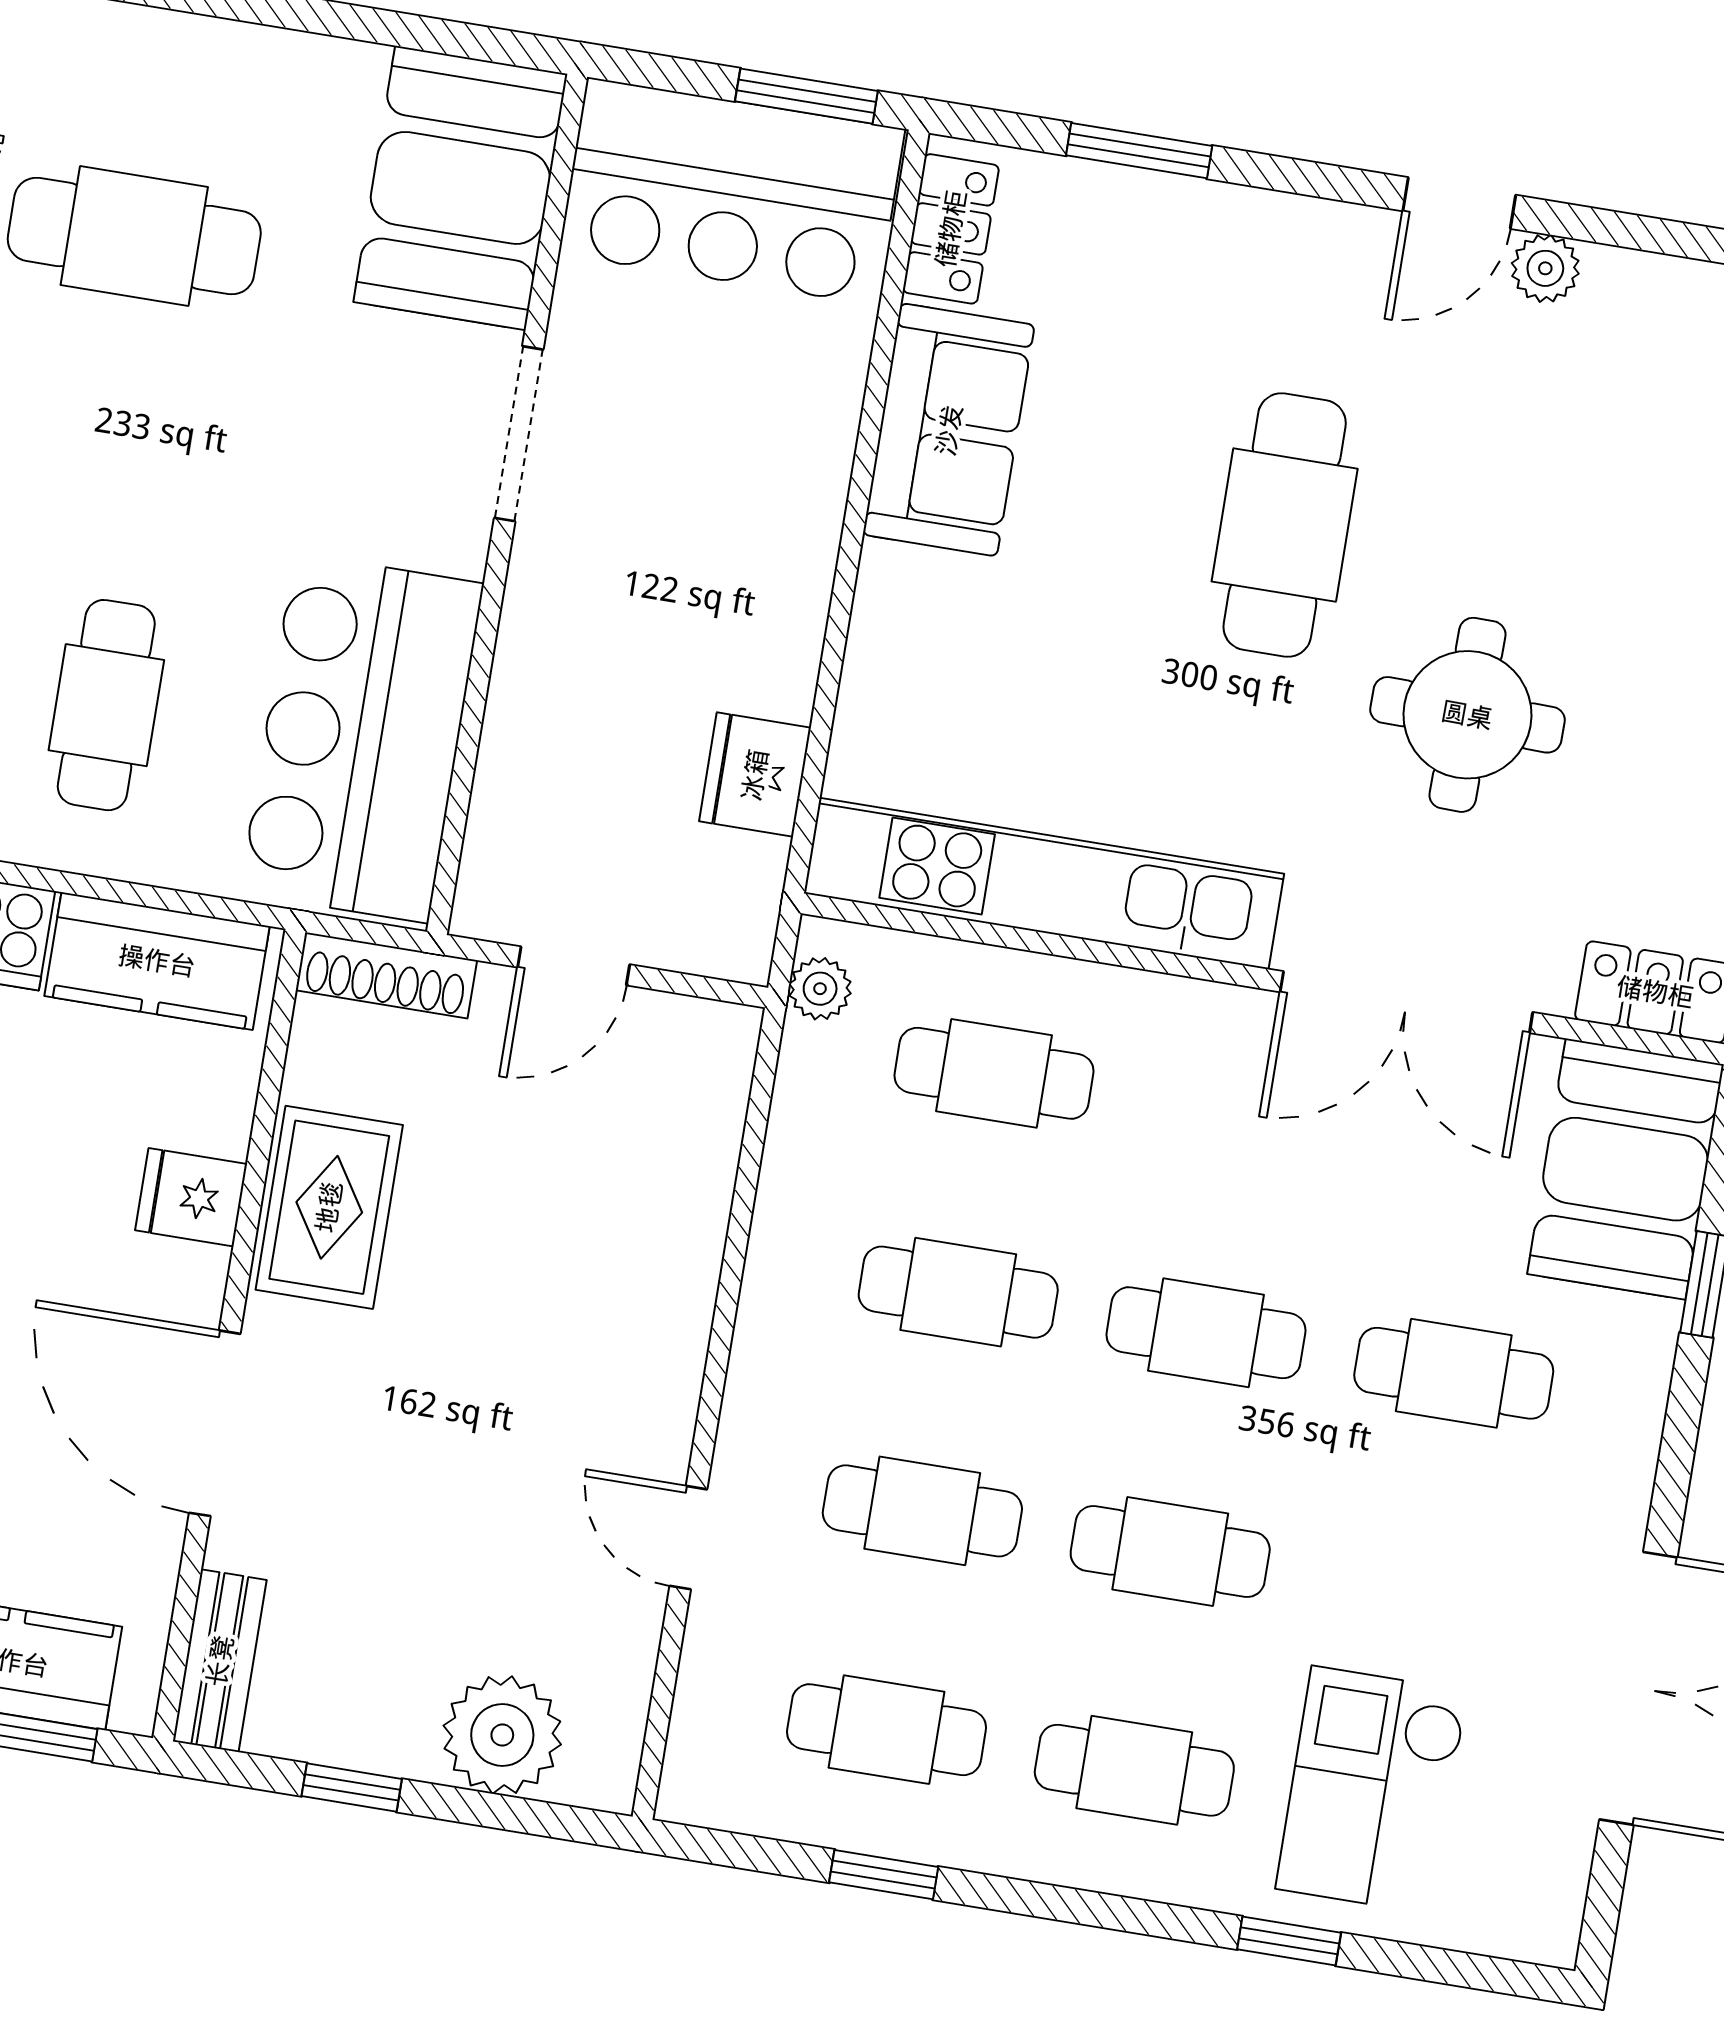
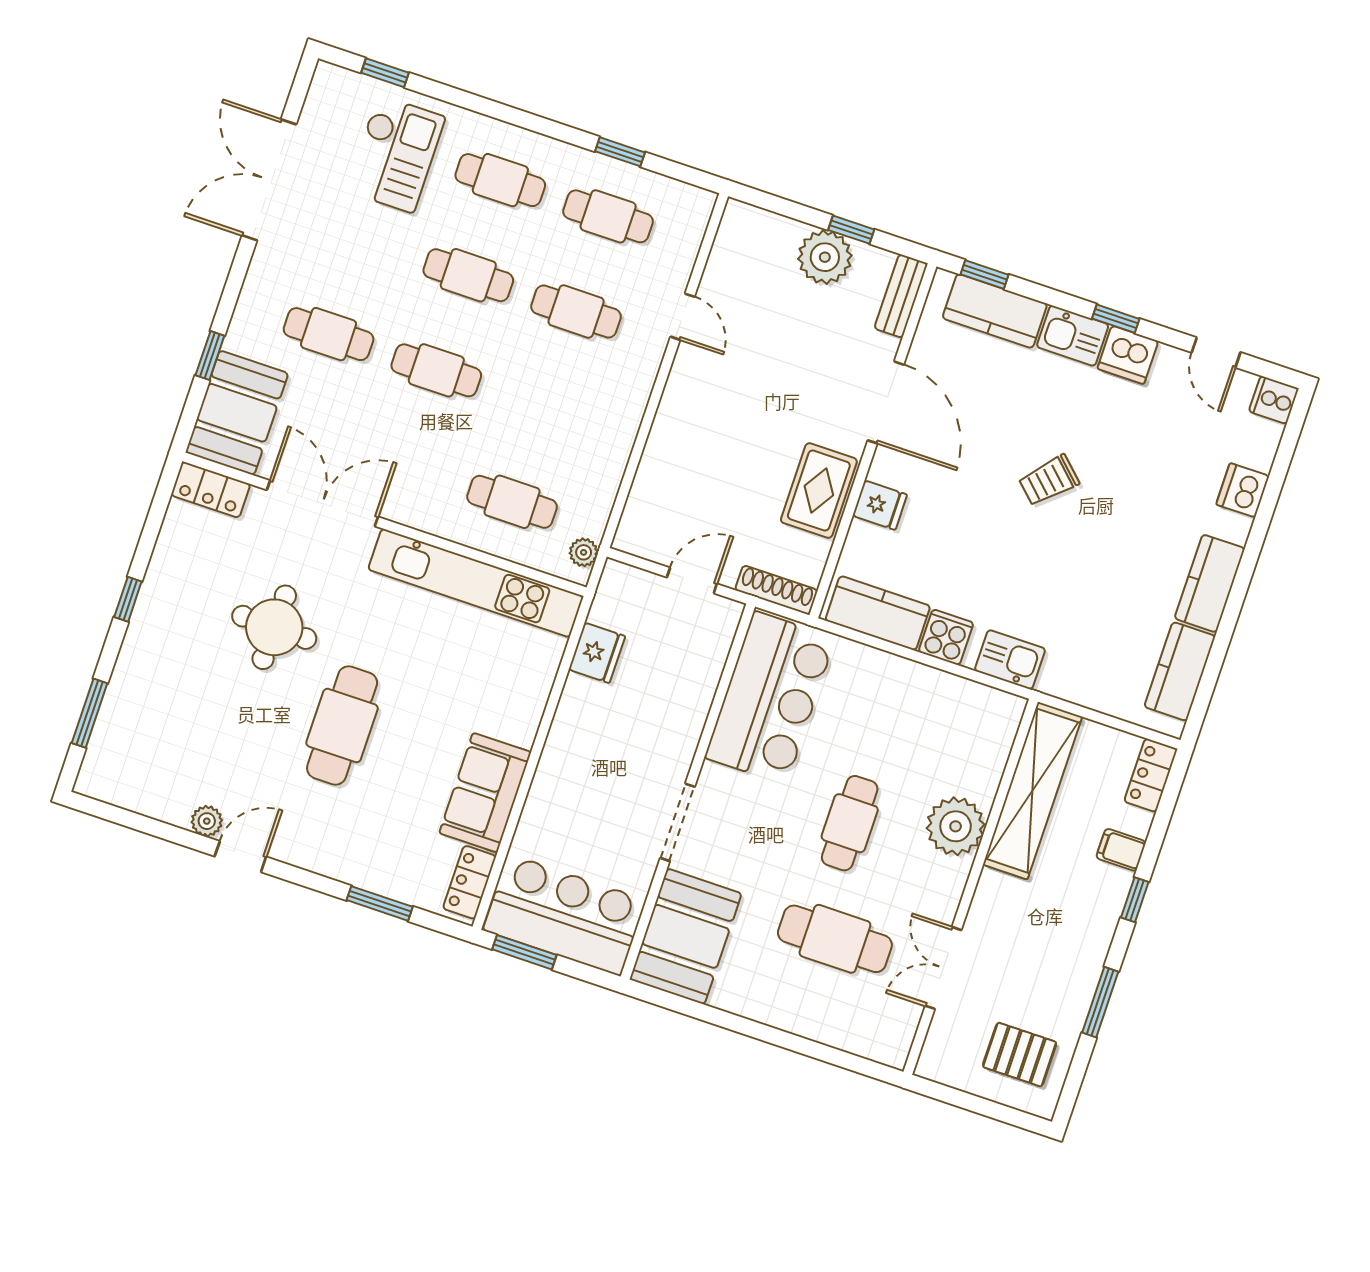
cafe table: (106, 705) -> (850, 823), moved
cafe table: (958, 1292) -> (544, 407), removed
plant: (502, 1735) -> (825, 257), moved
window: (1289, 1941) -> (385, 73), moved

